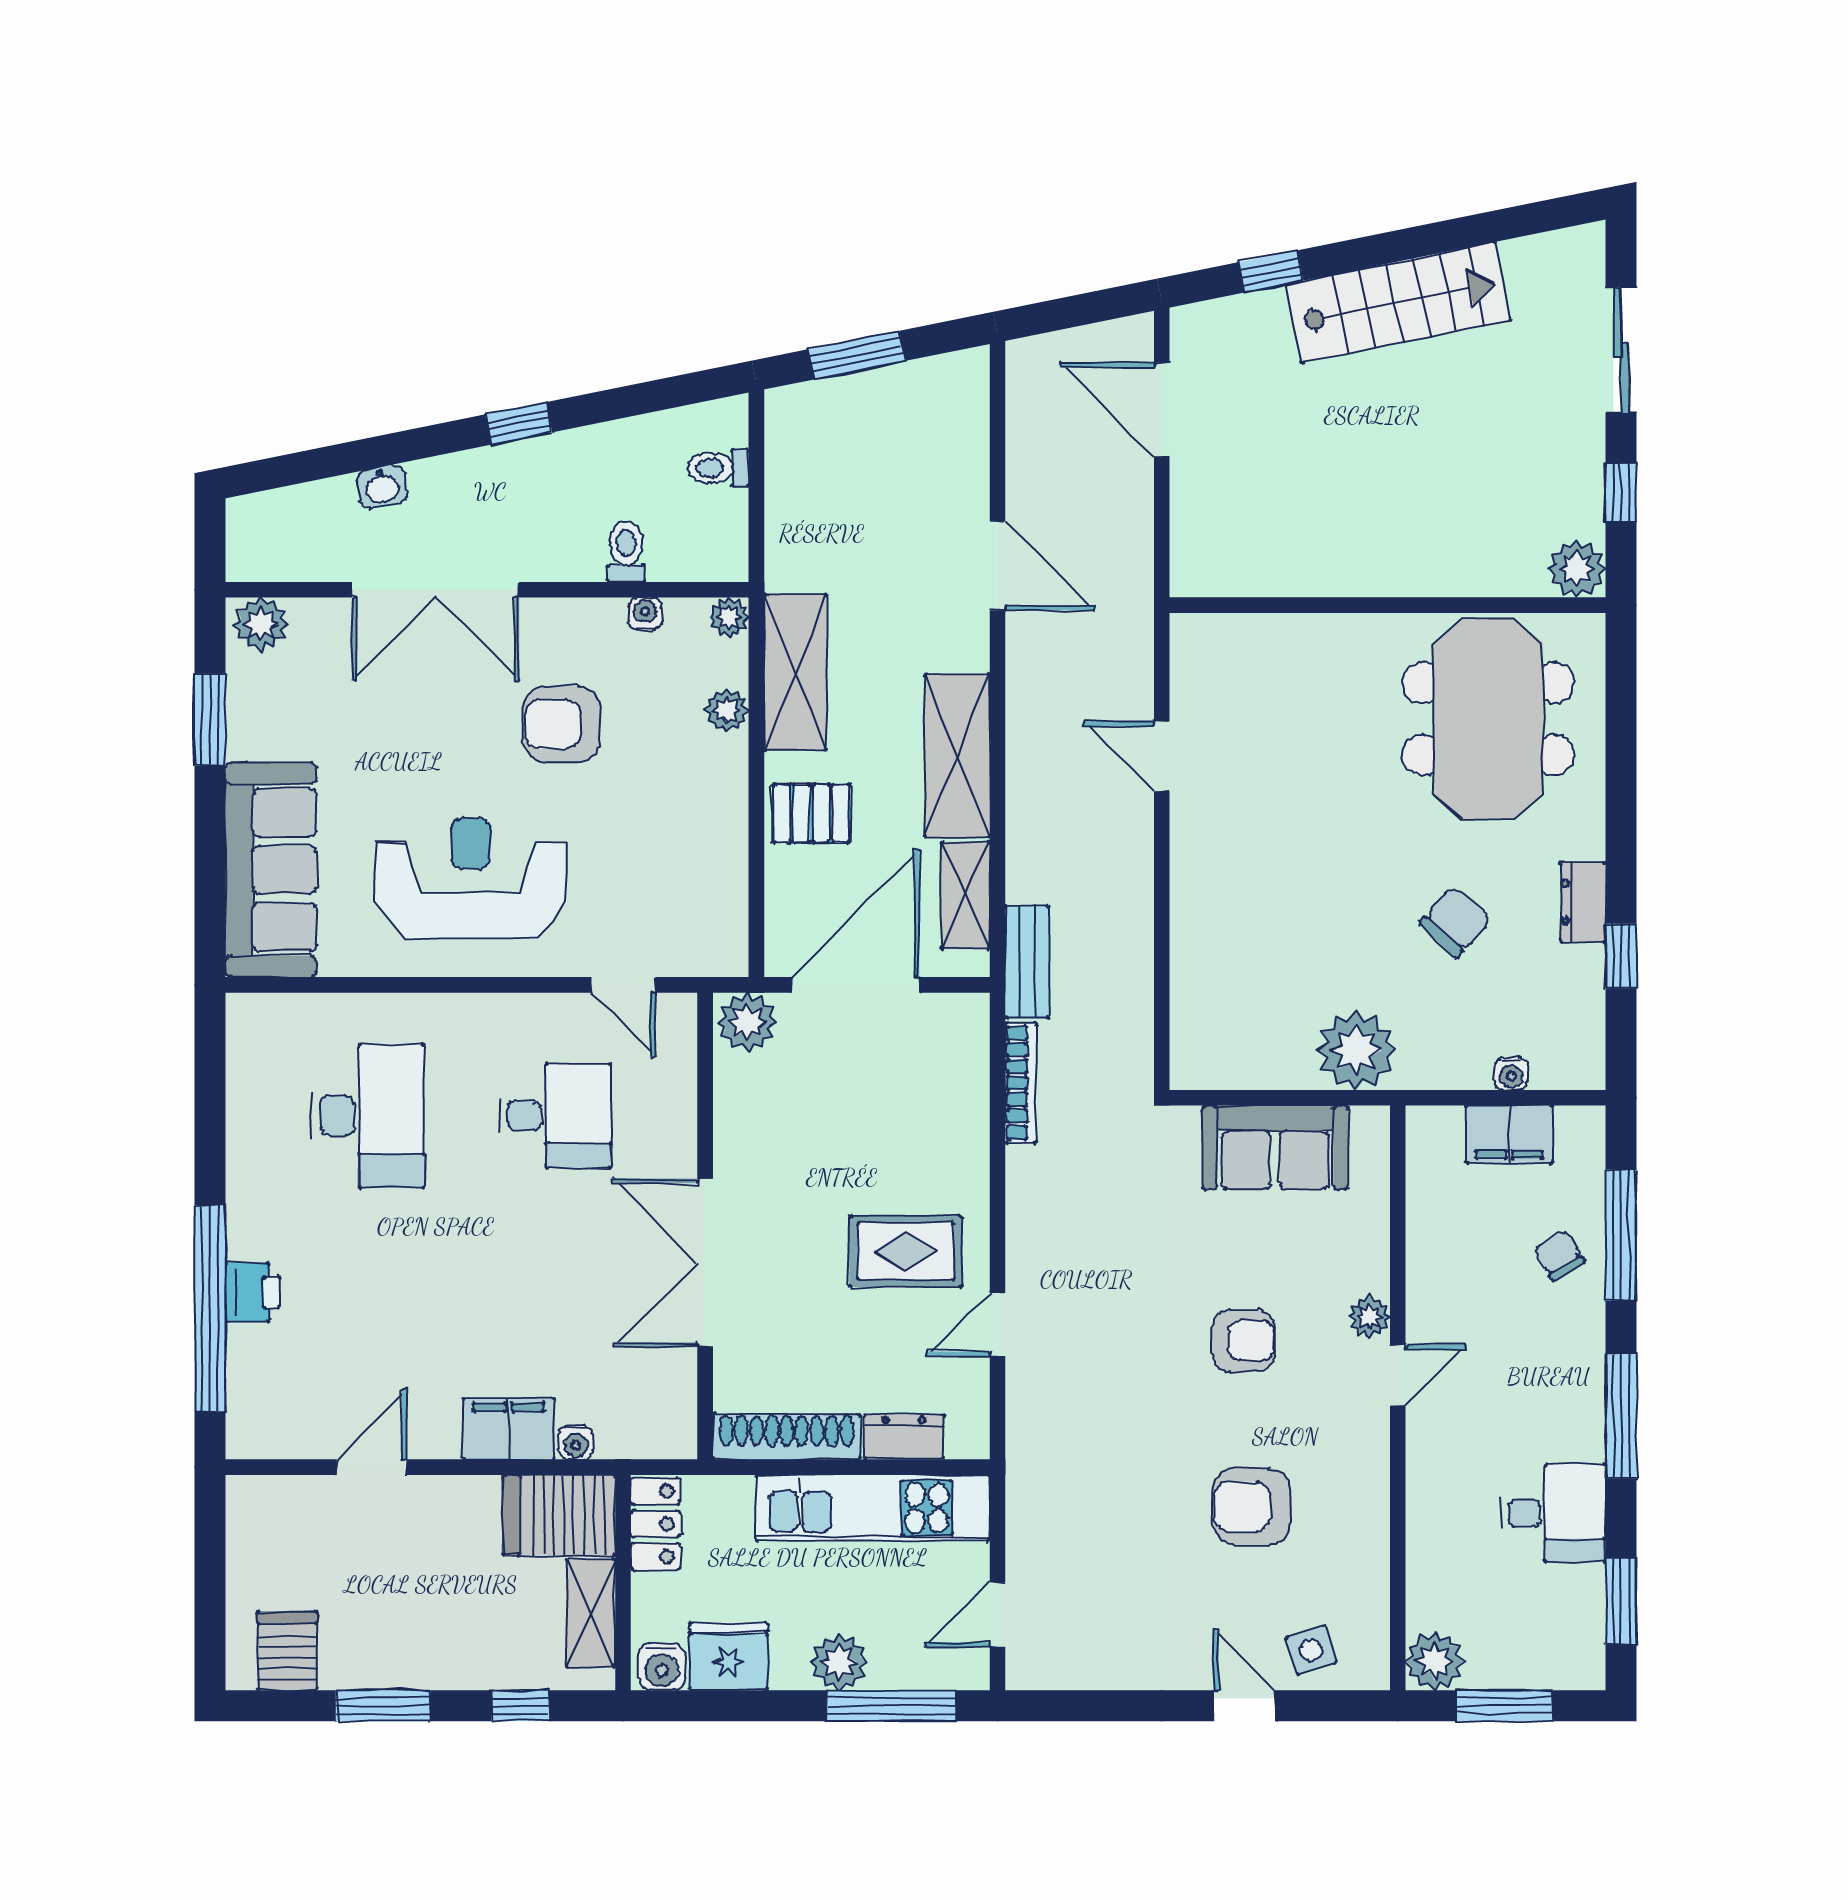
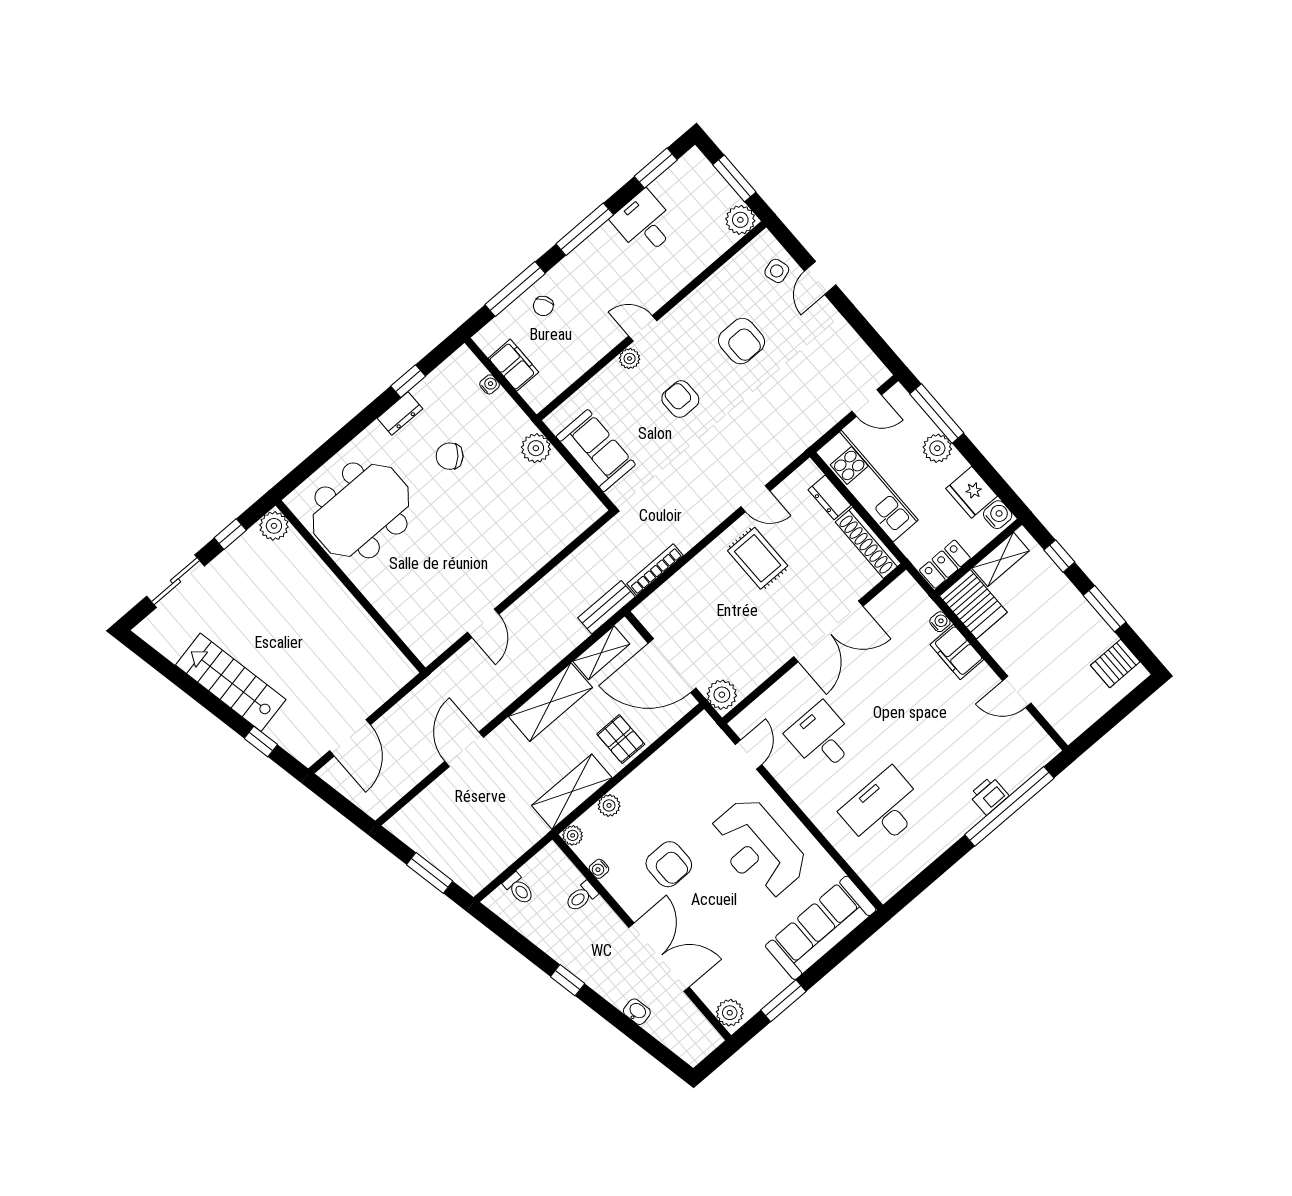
plant: (1356, 1050) -> (536, 448), width x0.73, depth x0.73

